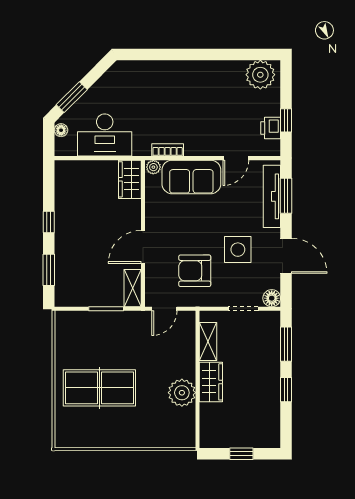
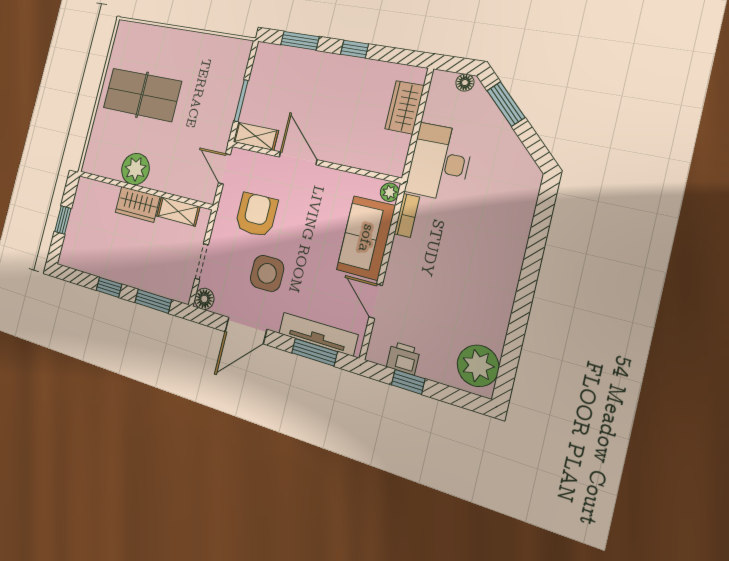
desk: (105, 135) -> (440, 162), moved
wardrobe: (130, 179) -> (404, 107), moved, turned -90
table tennis table: (99, 388) -> (142, 95), moved, turned 90

